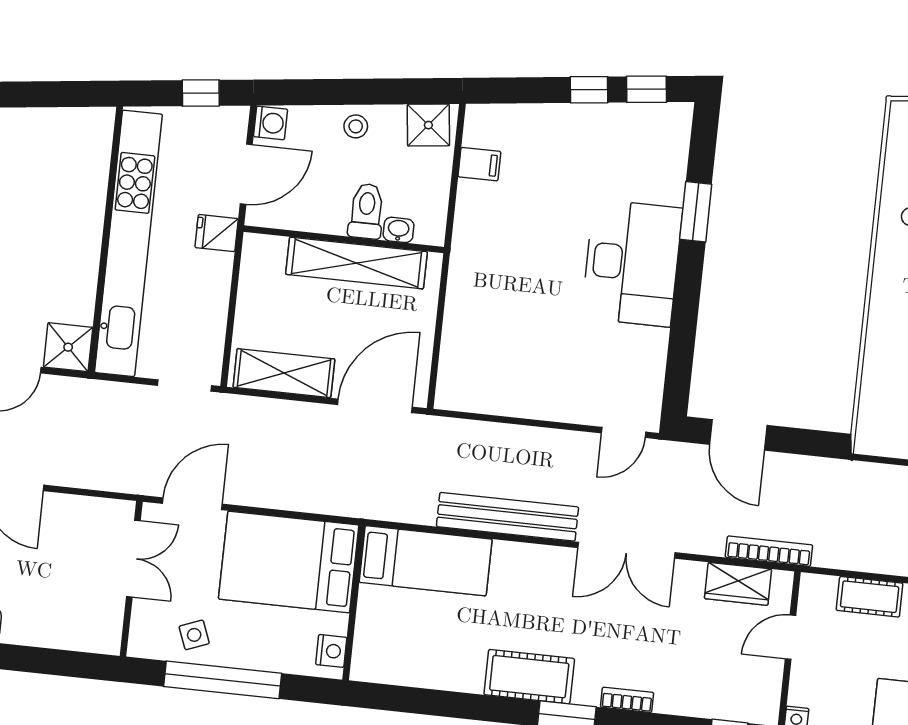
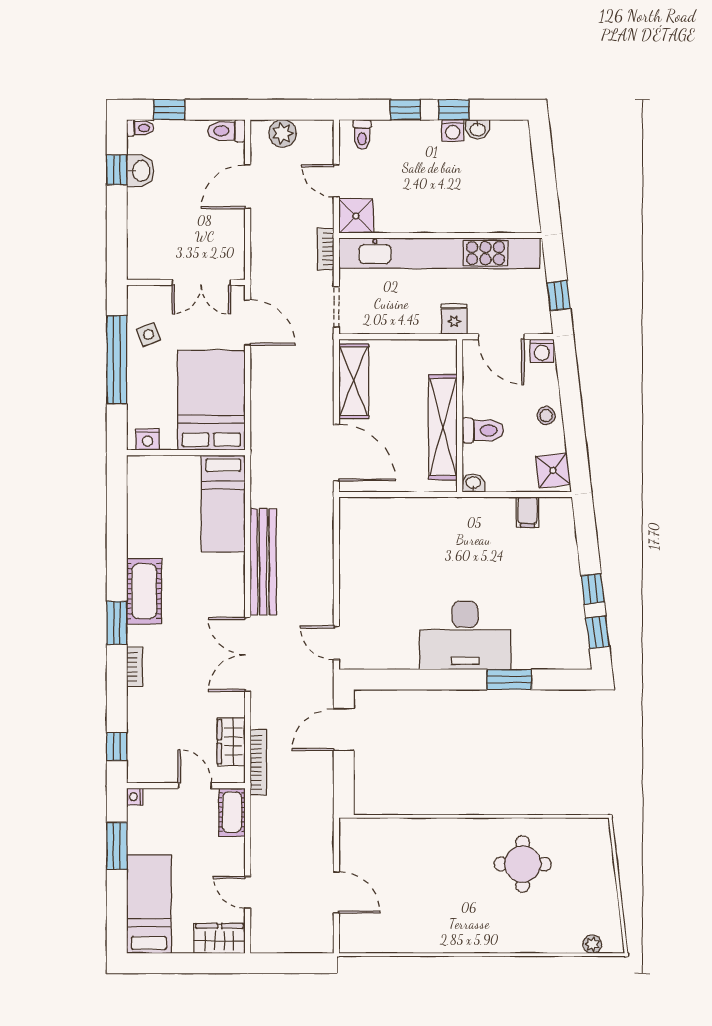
washbasin: (399, 230) -> (473, 483), moved, turned -90
bookcase: (107, 391) -> (326, 249), added
cot: (870, 597) -> (232, 812), moved

